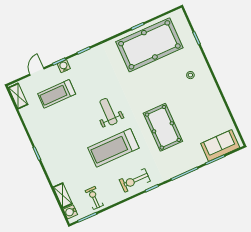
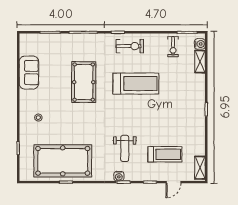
water cooler: (64, 66) -> (119, 176), moved
weight bench: (108, 112) -> (125, 148), moved
sofa: (220, 145) -> (29, 73), moved, turned -90

